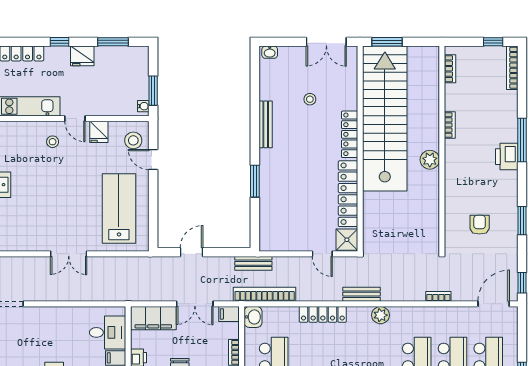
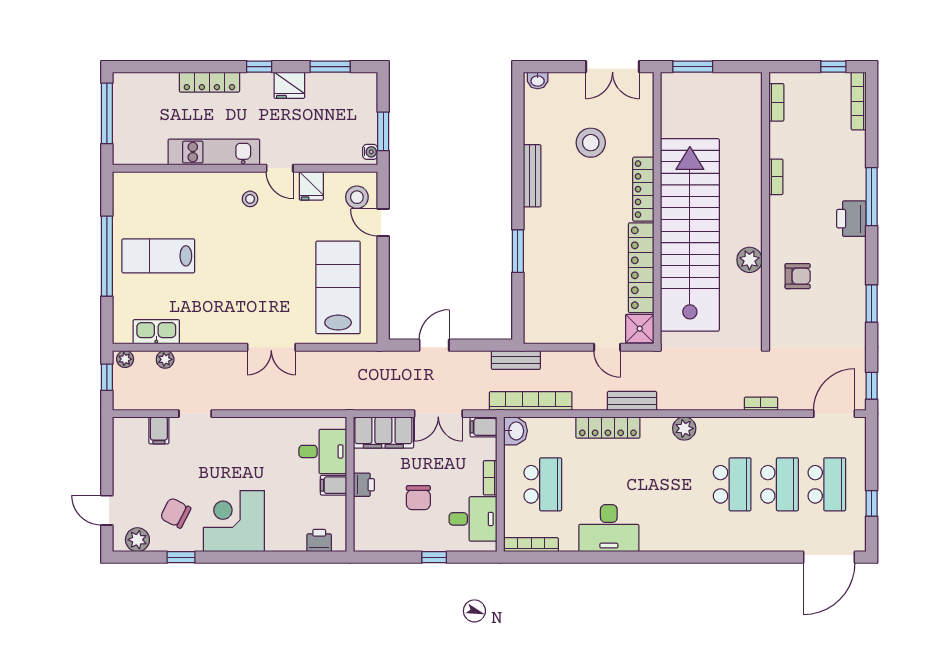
stool: (310, 99) -> (591, 143), width x1.89, depth x1.89
stairs: (385, 119) -> (690, 235), moved
plant: (430, 160) -> (749, 260), moved
armchair: (480, 225) -> (798, 276), moved, turned 90
bench: (362, 294) -> (632, 401), moved

